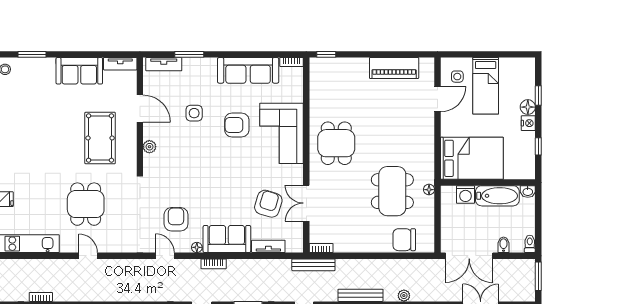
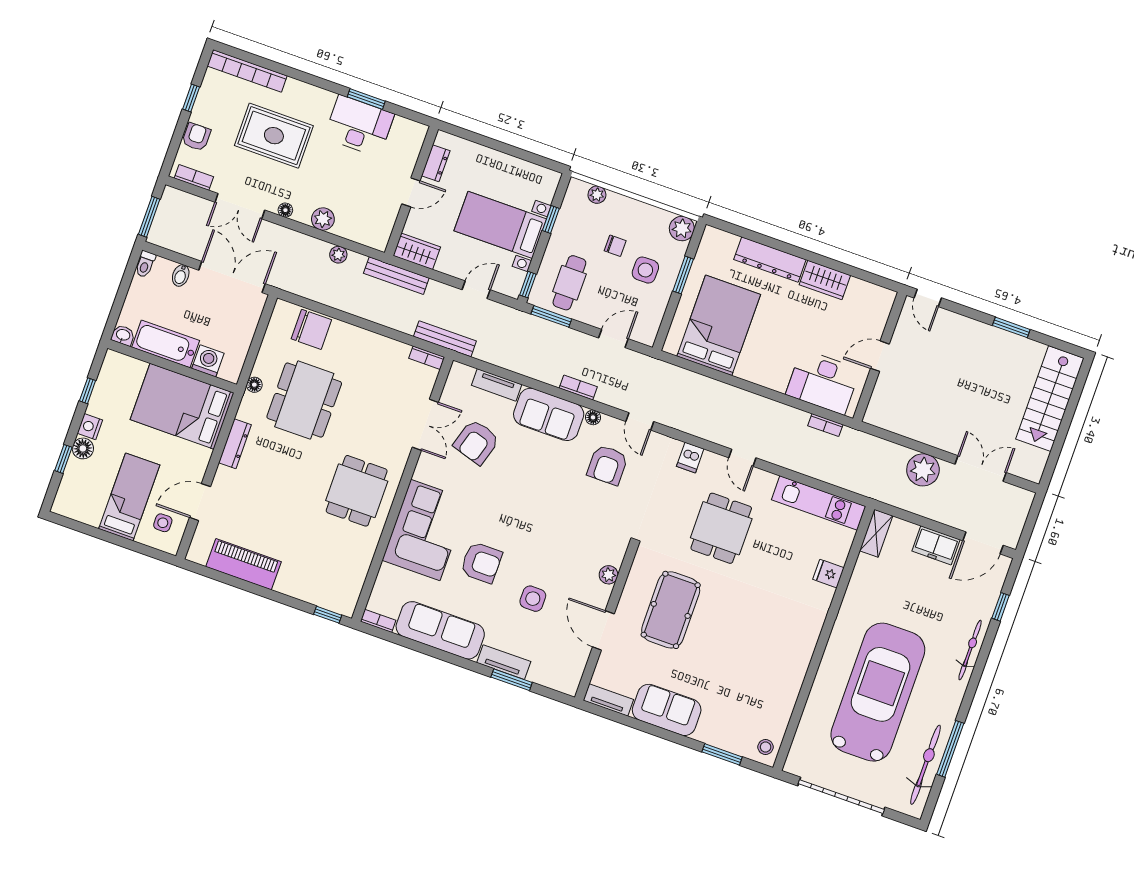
tv unit: (164, 64) -> (504, 662), moved
dresser: (428, 146) -> (235, 444), added
dishwasher: (123, 244) -> (690, 458), added

